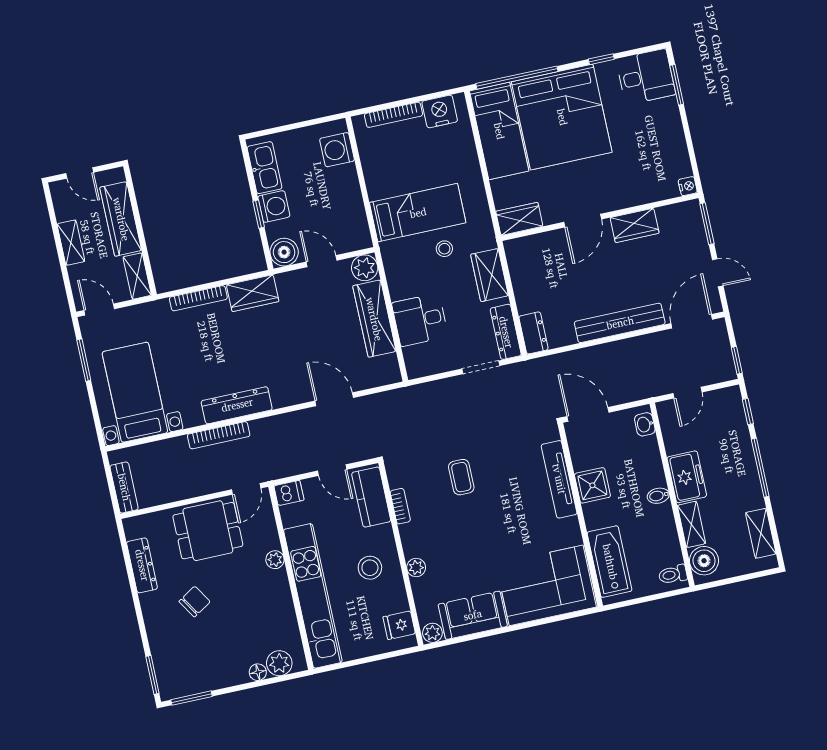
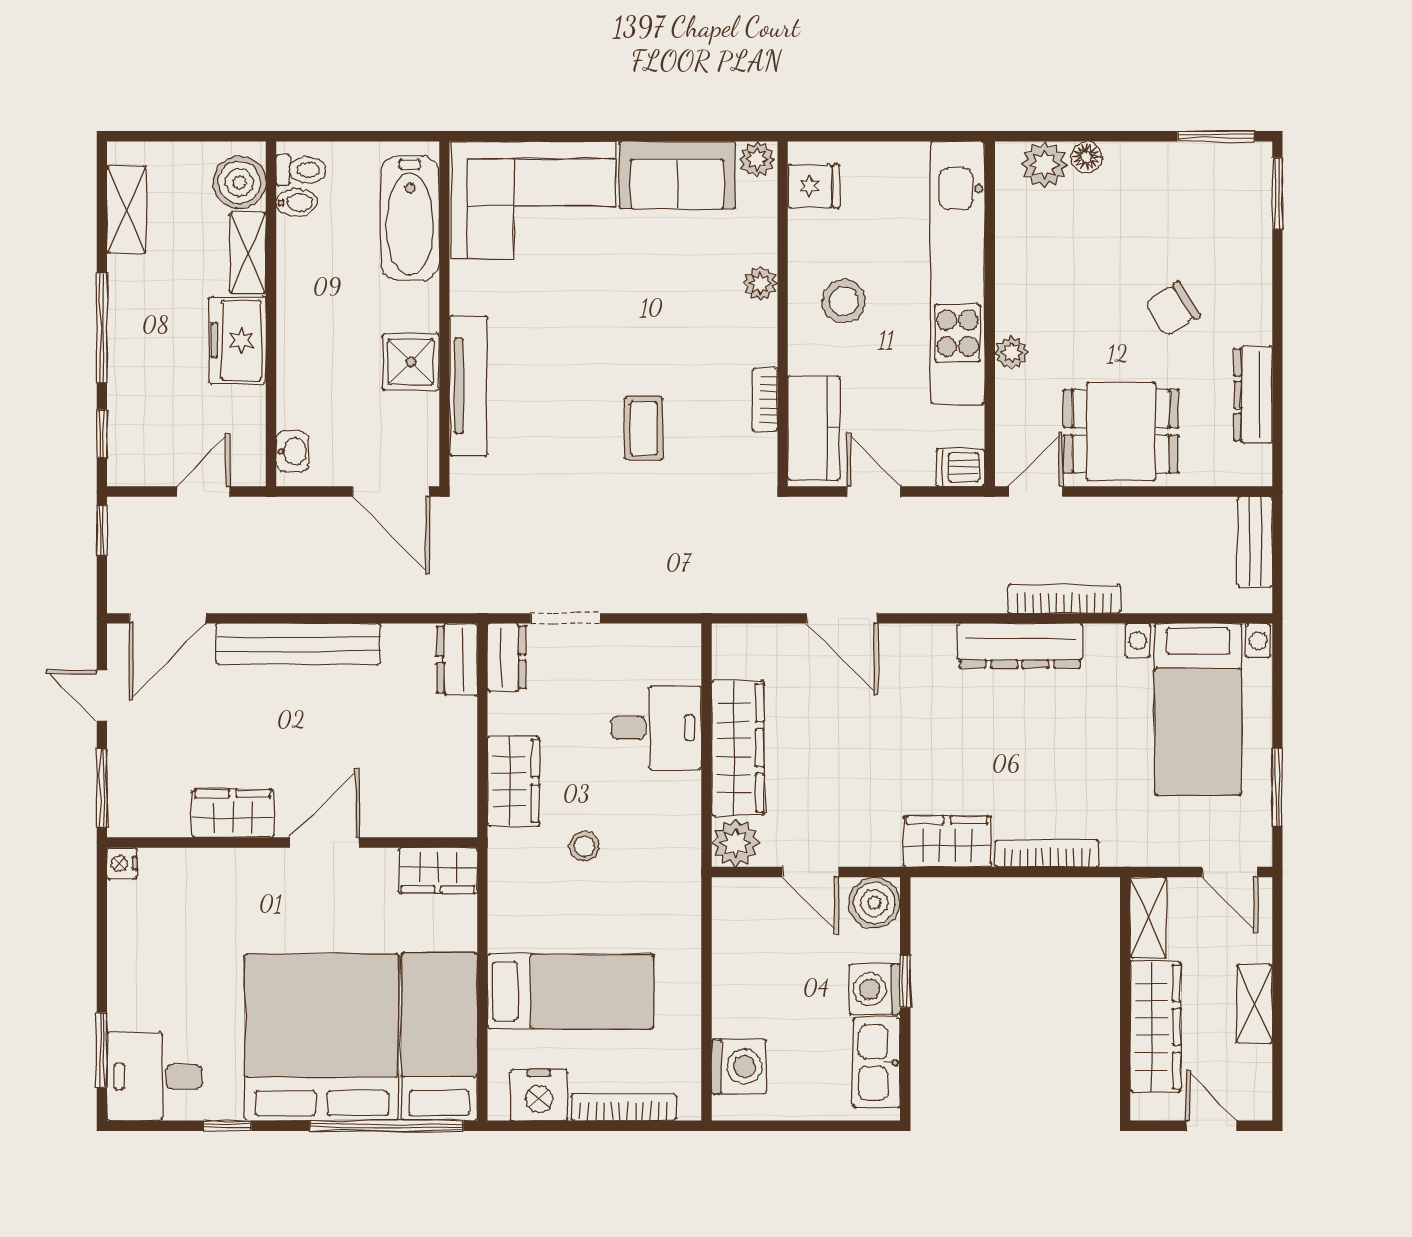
bed: (418, 213) -> (570, 991), moved, turned 180
dresser: (506, 332) -> (507, 657), width x0.70
bidet: (658, 496) -> (296, 203), moved

